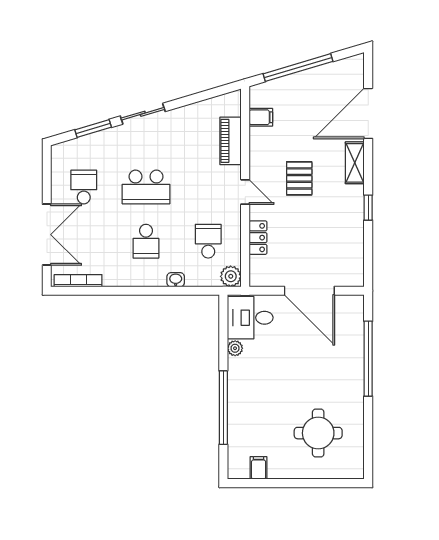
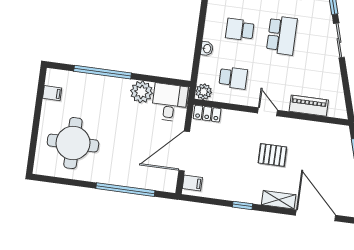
filing cabinet: (261, 117) -> (192, 183), moved, turned -90
school desk: (146, 187) -> (282, 35), turned 180
door: (245, 192) -> (268, 112), swing flipped
locker: (258, 238) -> (207, 114), moved
plant: (235, 348) -> (141, 92), width x1.87, depth x1.87
round table: (318, 433) -> (73, 143), width x1.36, depth x1.36

